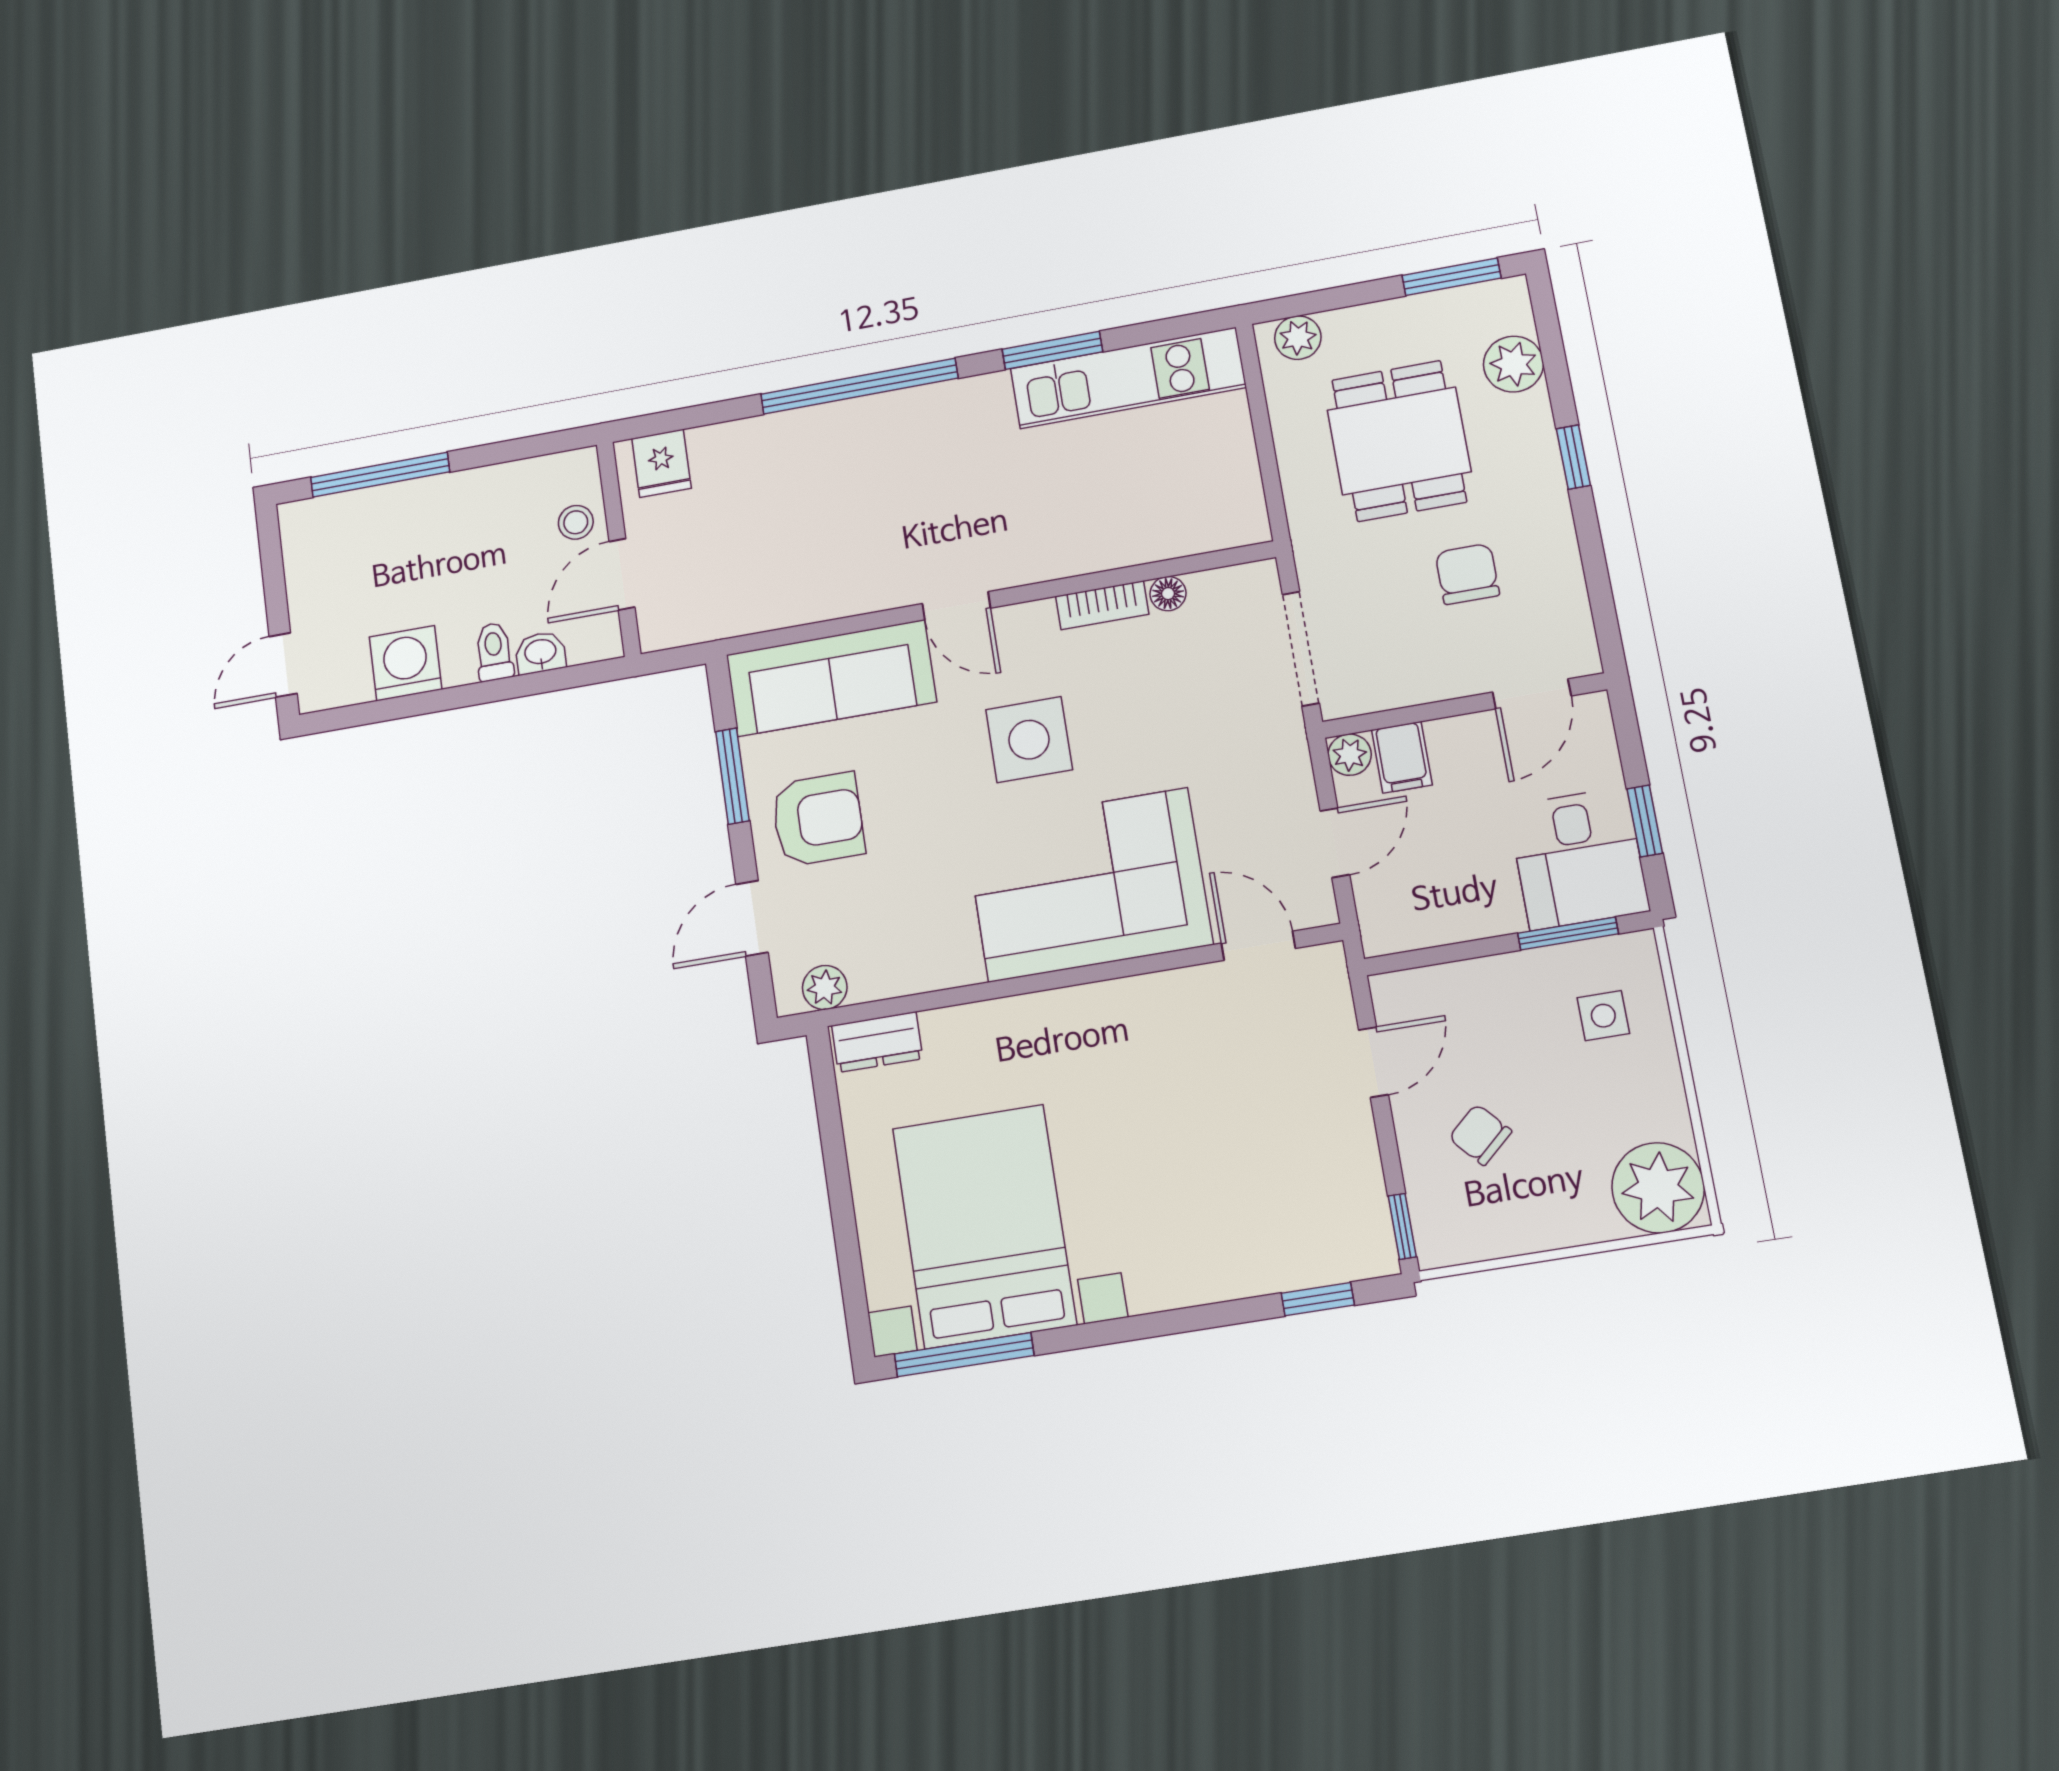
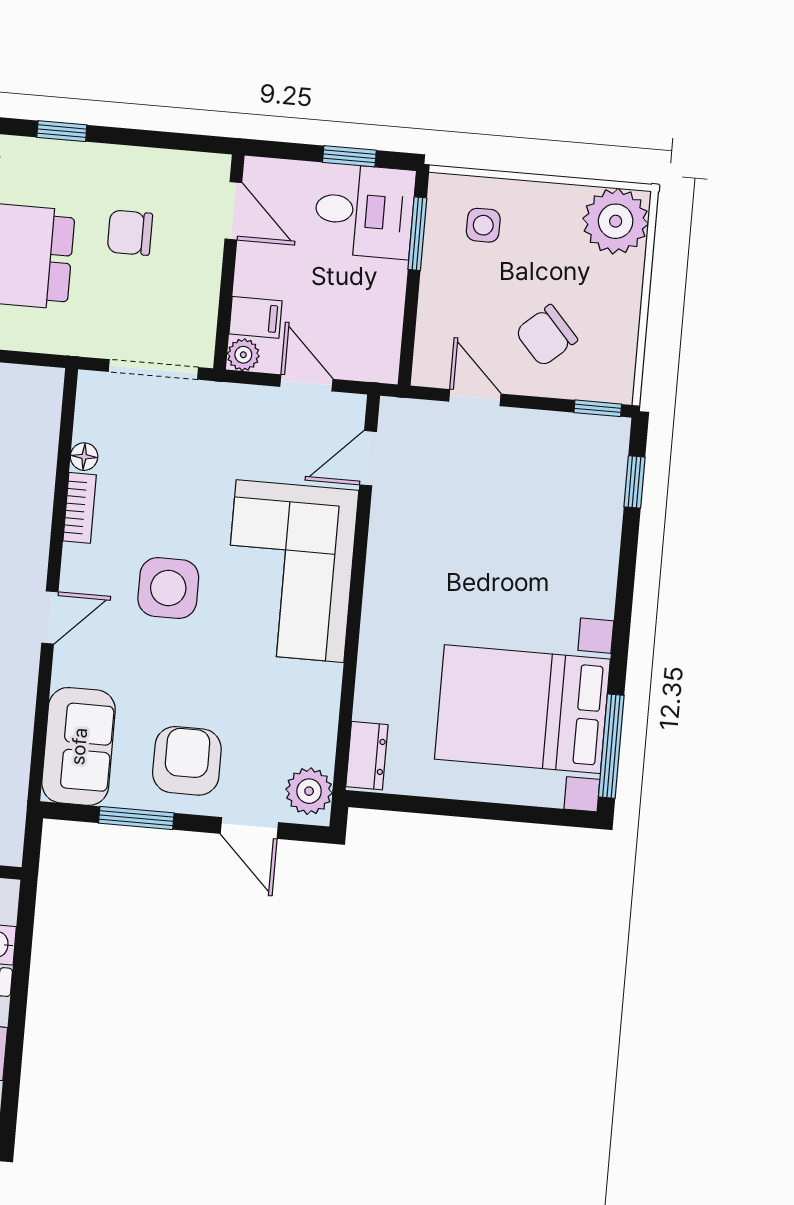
sofa: (831, 678) -> (79, 746), width x0.73
plant: (825, 988) -> (309, 791), width x1.38, depth x1.38
chair: (1480, 1135) -> (546, 336), width x1.37, depth x1.37

